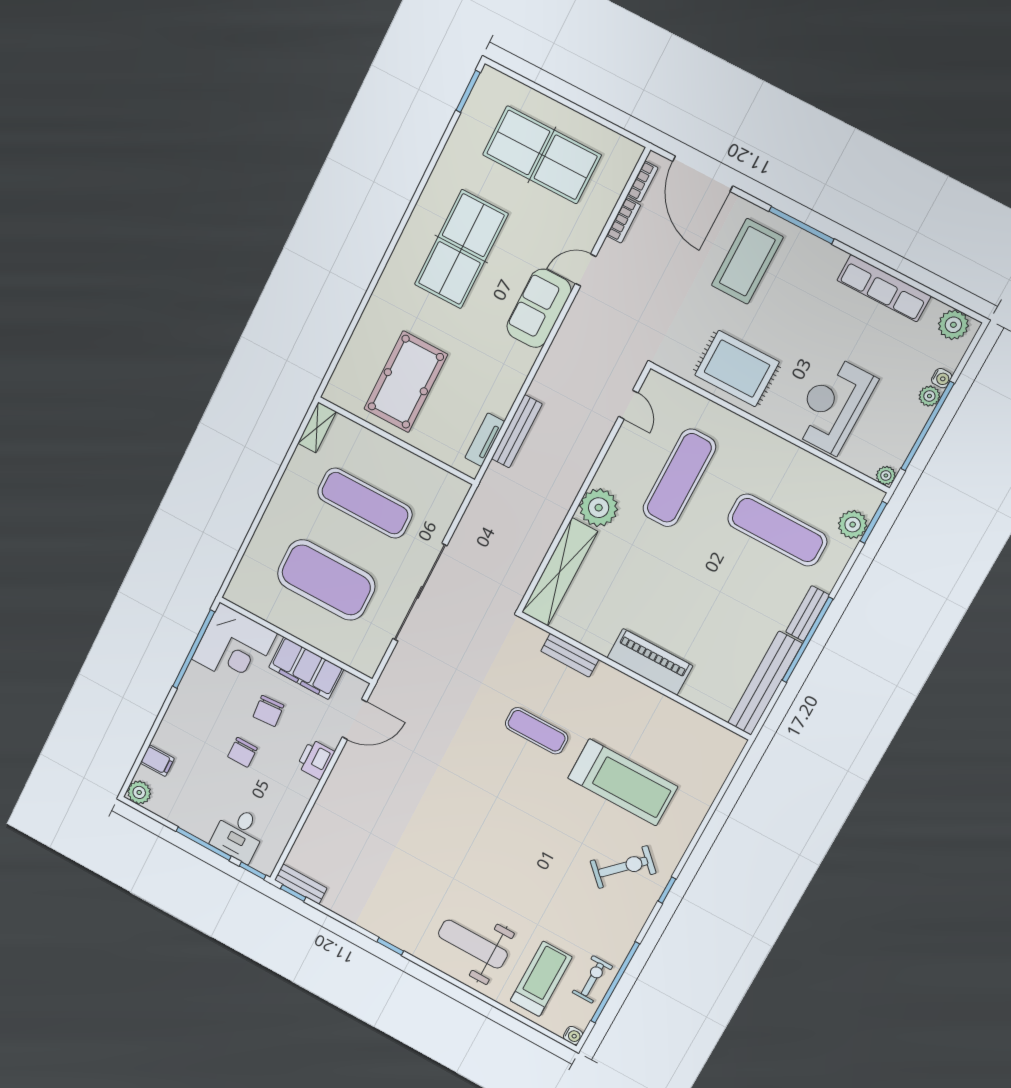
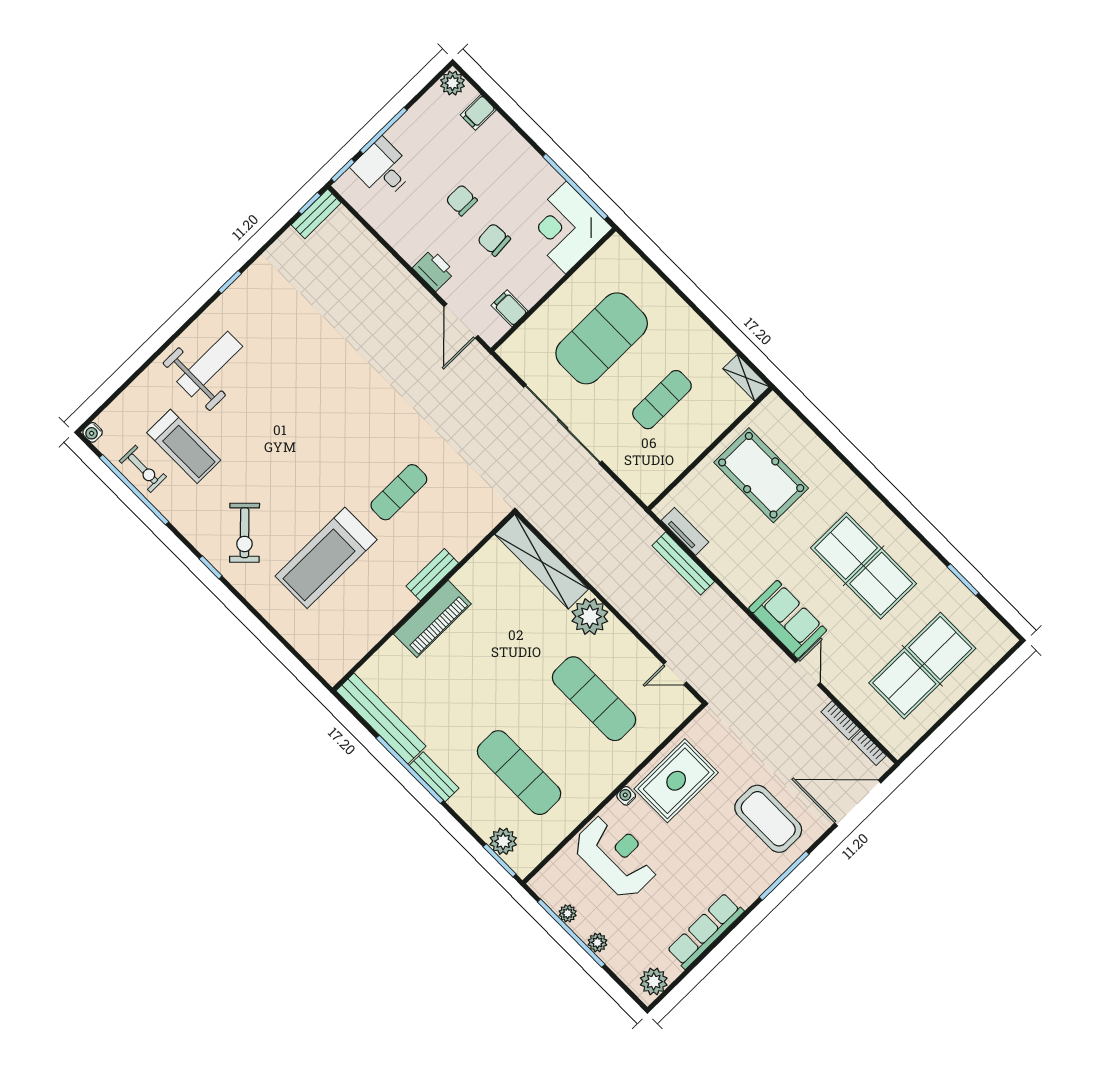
window: (468, 91) -> (963, 580), moved
water cooler: (942, 378) -> (626, 796), moved, turned 90
plant: (886, 475) -> (568, 913), moved
exercise mat: (365, 503) -> (662, 400), width x0.73, depth x0.69
exercise mat: (777, 530) -> (519, 773), turned 90
bench: (570, 655) -> (432, 575), moved
filing cabinet: (306, 668) -> (510, 308), width x0.33, depth x0.86
treadmill: (541, 979) -> (184, 446), moved

